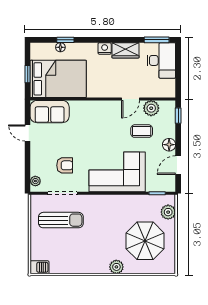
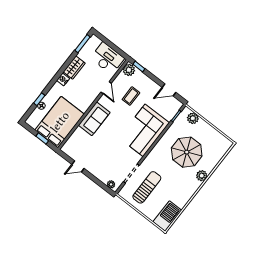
desk: (161, 60) -> (107, 58), moved
plant: (151, 108) -> (129, 70), moved
sofa: (50, 112) -> (94, 119), moved
floor lamp: (169, 145) -> (152, 86), removed
armchair: (65, 165) -> (115, 159), removed
door: (178, 165) -> (169, 90), hinge flipped
parasol: (145, 241) -> (187, 152), moved
barbecue: (40, 267) -> (167, 216), width x1.88, depth x1.53

